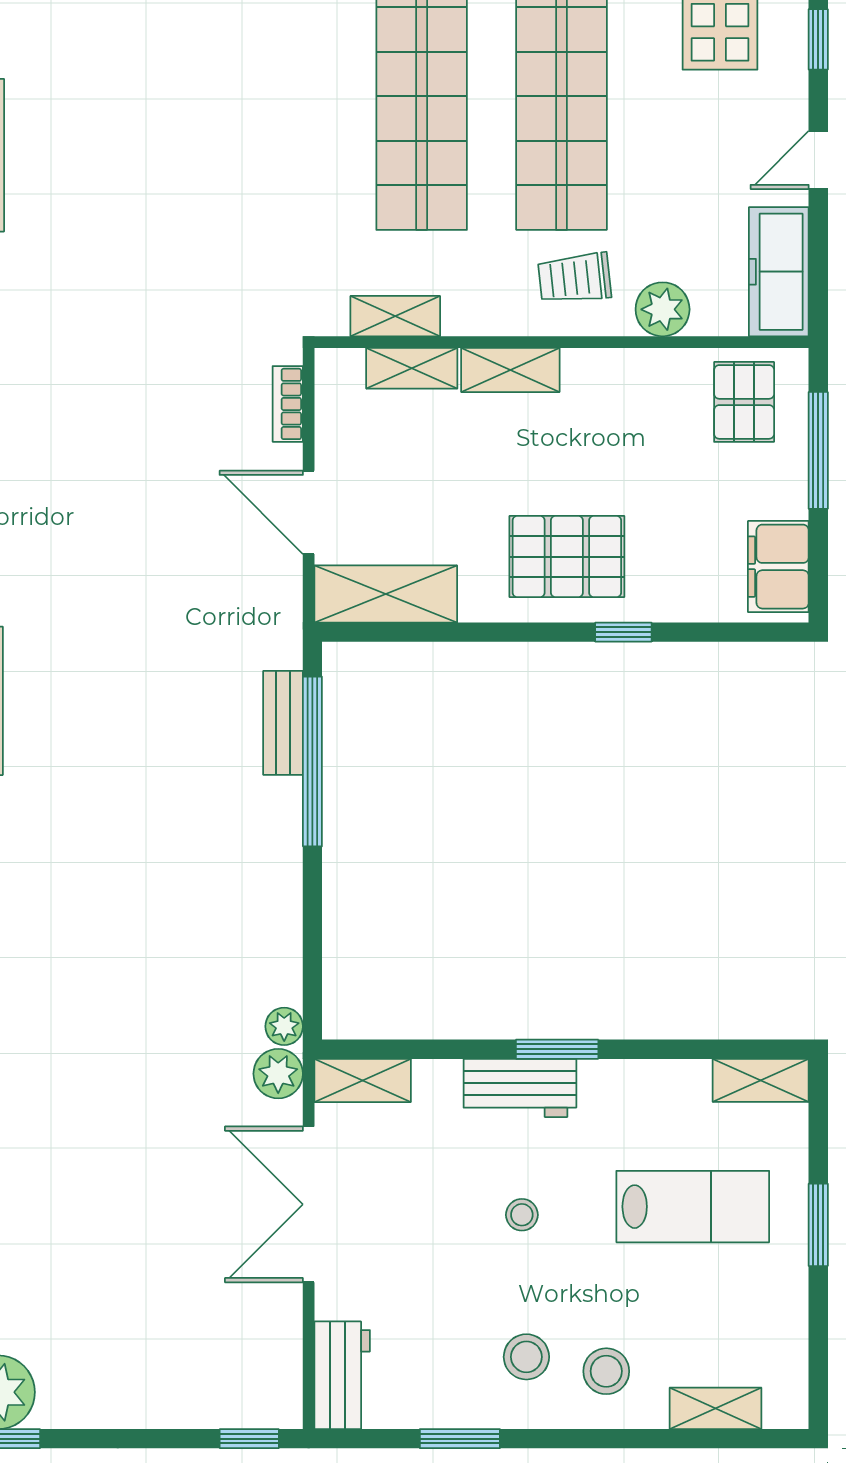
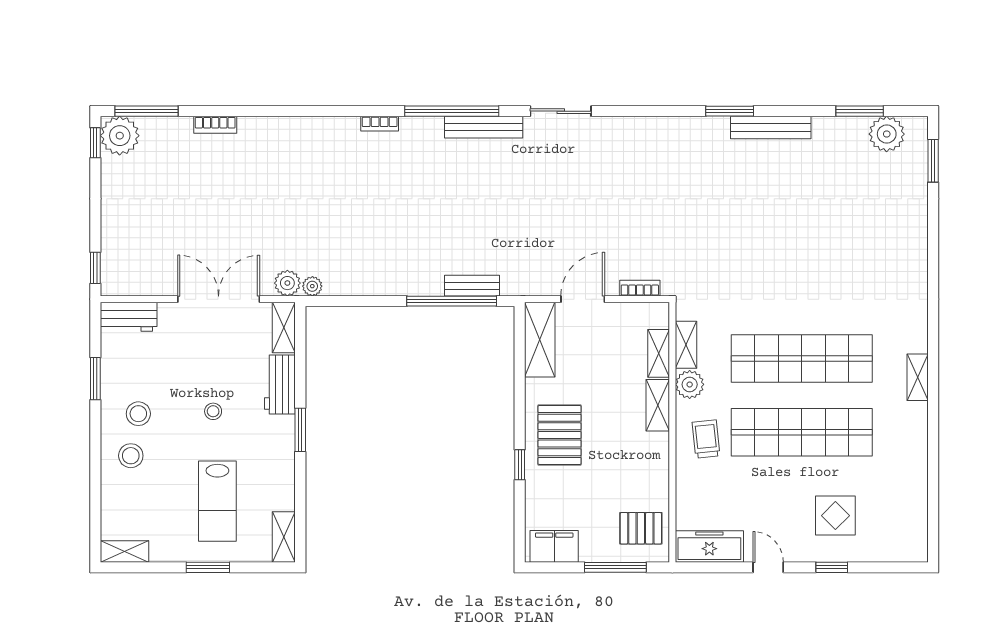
plant: (663, 309) -> (690, 384), moved
workbench: (520, 1088) -> (280, 385), moved
shelving: (716, 1408) -> (124, 551), moved, turned 90

